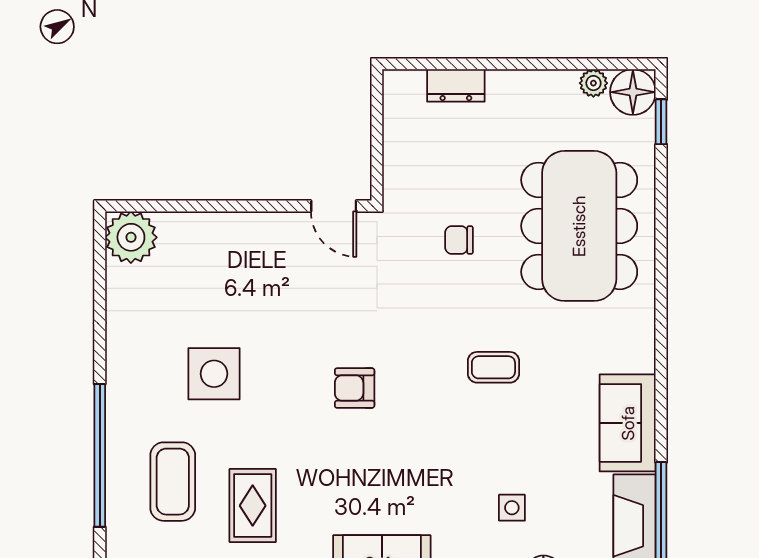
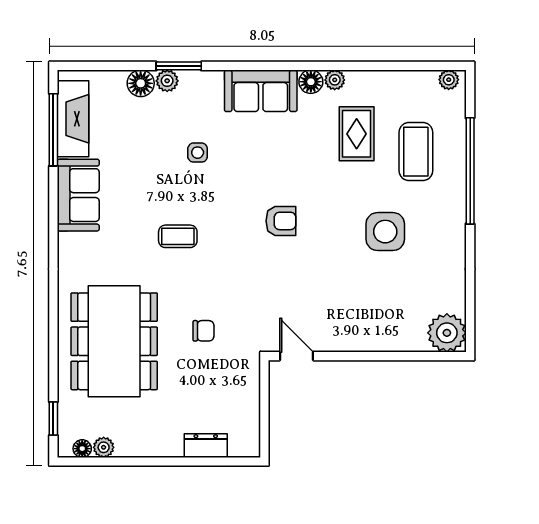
floor lamp: (633, 92) -> (82, 449), width x0.53, depth x0.53
side table: (512, 508) -> (198, 153), moved

